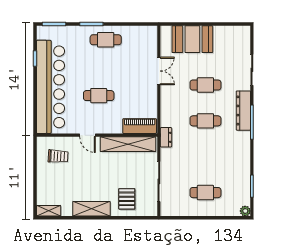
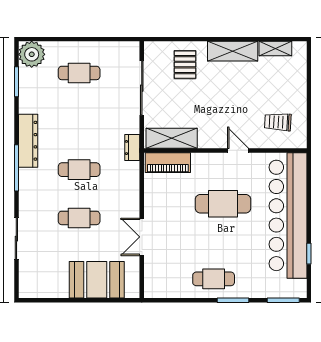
cafe table: (99, 96) -> (223, 204), width x1.37, depth x1.35
dresser: (243, 111) -> (28, 141), moved
shelving: (128, 144) -> (172, 138), width x0.68
shelving: (49, 211) -> (275, 48), moved
plant: (245, 211) -> (32, 54), width x1.87, depth x1.87

